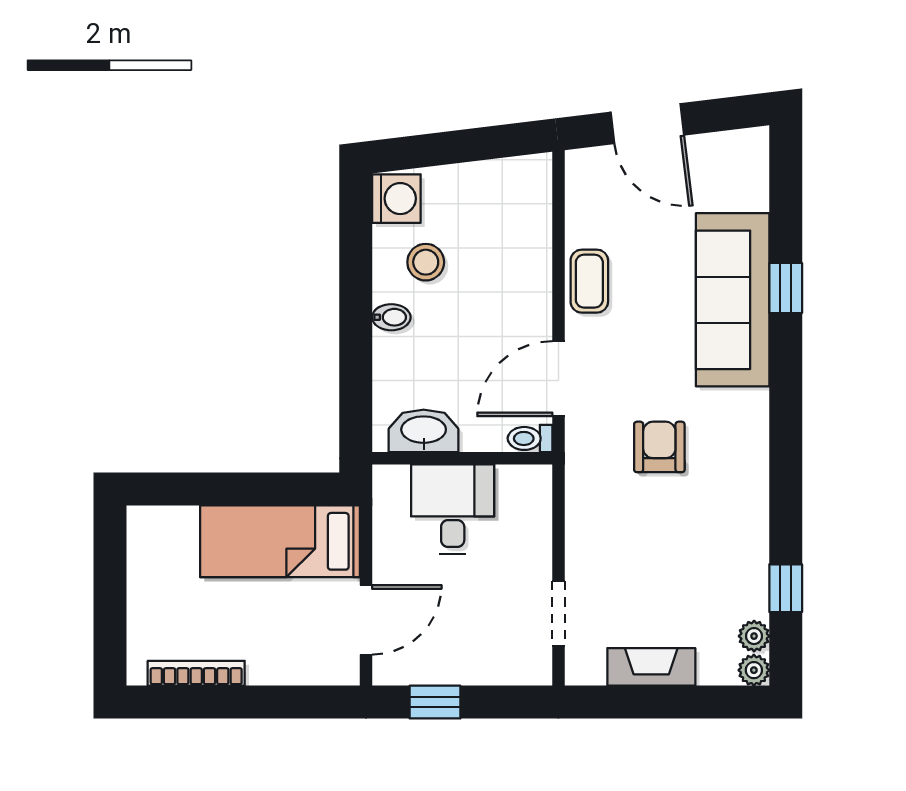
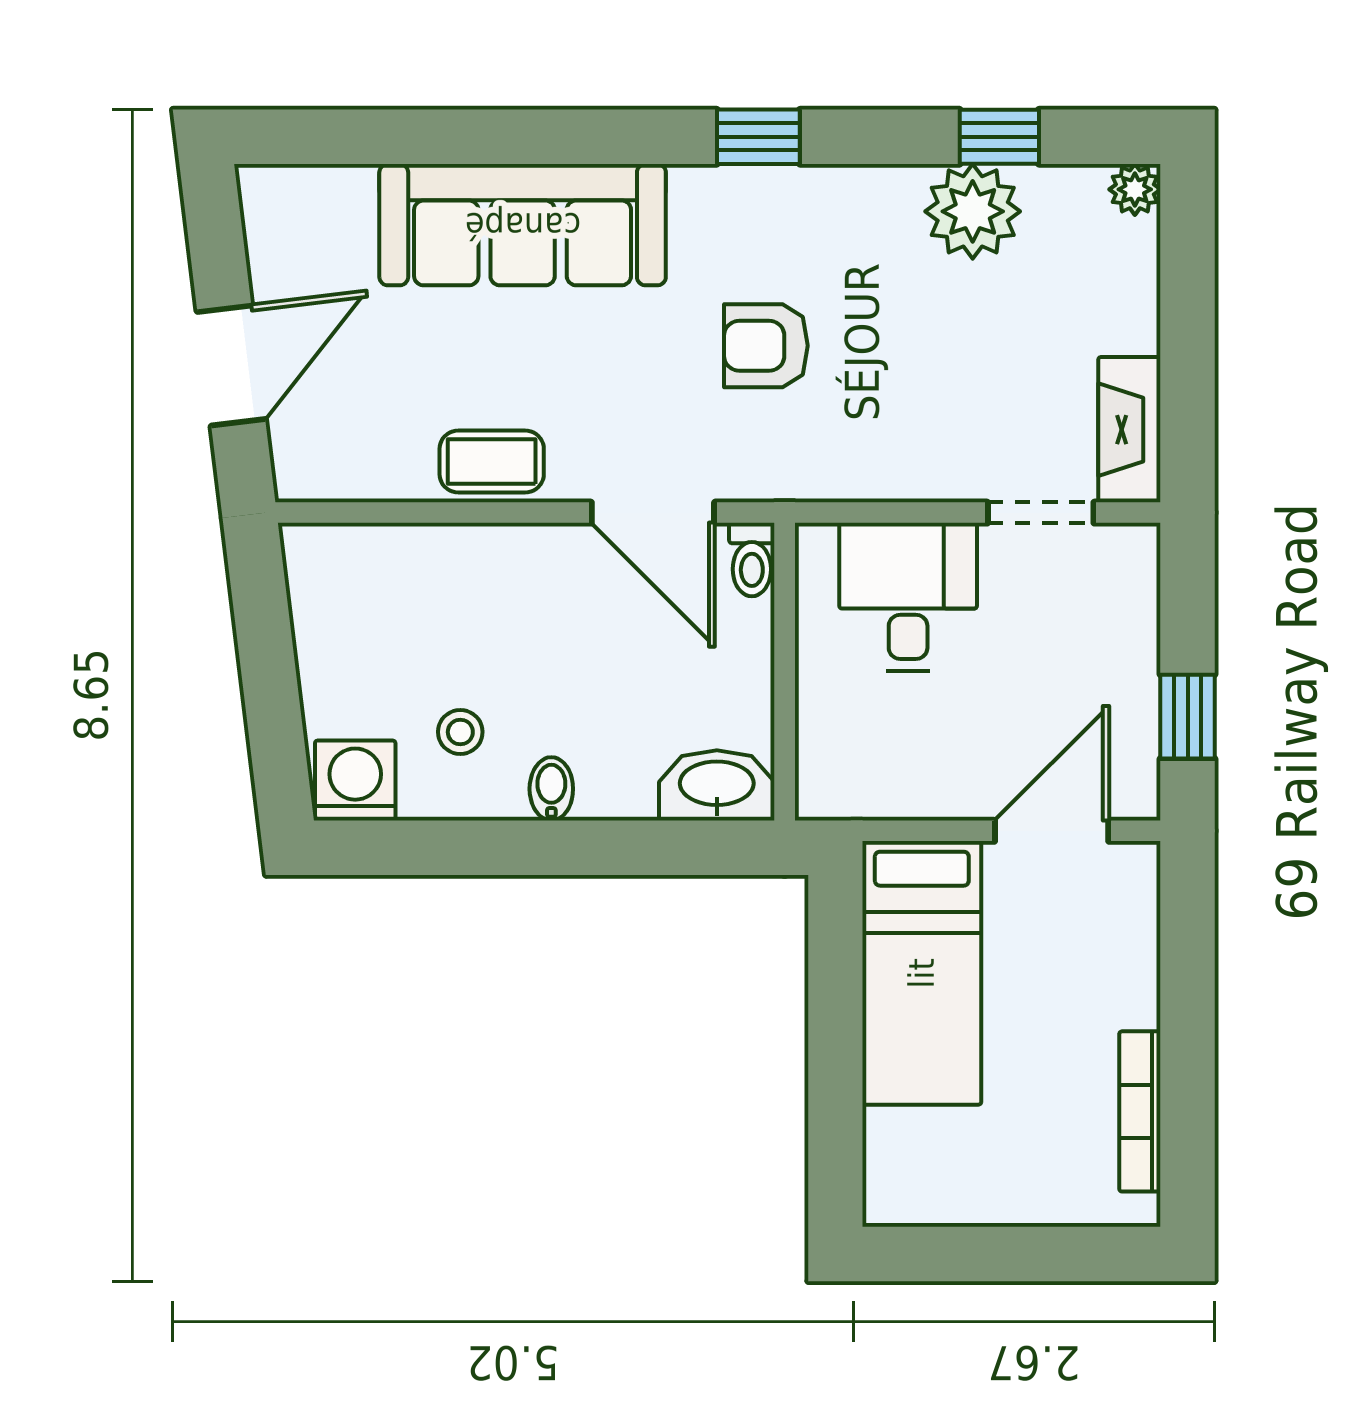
stool: (426, 262) -> (460, 732), width x0.73, depth x0.73
window: (786, 288) -> (758, 137), moved
washbasin: (424, 431) -> (717, 785), moved, turned 90
desk: (453, 509) -> (908, 597), moved, turned 90
door: (366, 620) -> (1052, 831), hinge flipped
plant: (754, 636) -> (973, 211), moved, width x1.88, depth x1.88
fireplace: (651, 667) -> (1129, 430), moved

